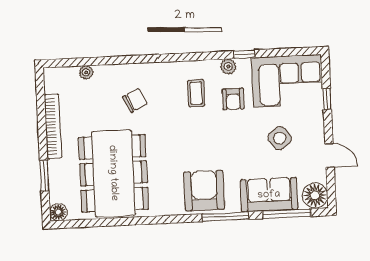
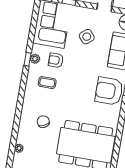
window: (244, 54) -> (27, 59), moved
armchair: (233, 99) -> (56, 60), turned 180

